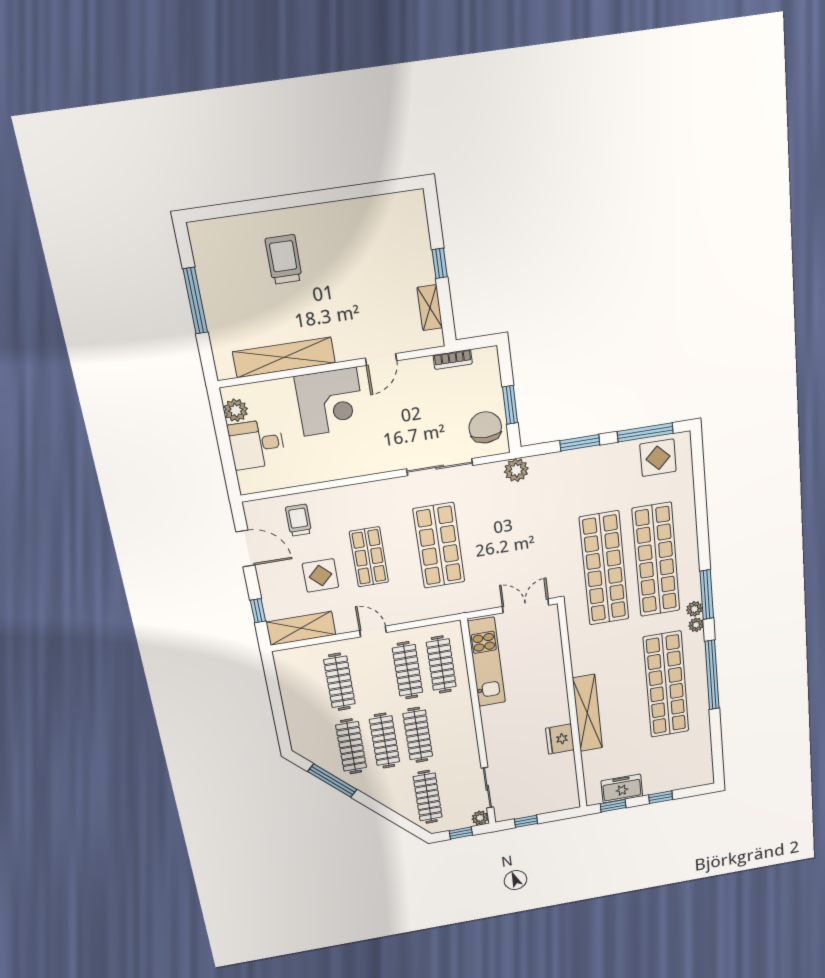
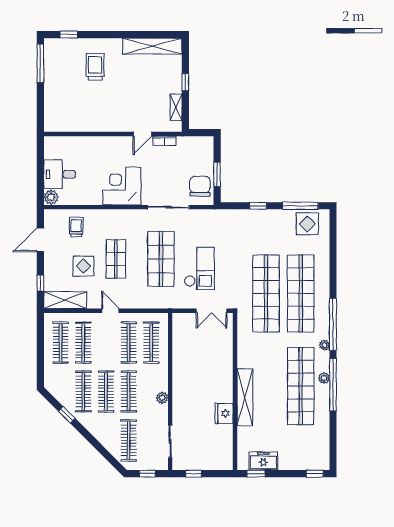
window: (228, 210) -> (69, 35), added
window: (195, 301) -> (40, 63), moved
shelving: (284, 357) -> (152, 46), moved
bookcase: (453, 359) -> (164, 141), moved
corner desk: (330, 402) -> (122, 186), moved, turned 180
plant: (236, 410) -> (51, 197), moved
window: (580, 443) -> (258, 206), width x0.67
plant: (516, 470) -> (216, 217), removed
door: (245, 548) -> (40, 240), swing flipped
checkout: (500, 550) -> (199, 269), added
window: (707, 595) -> (333, 324), width x1.46
double door: (526, 606) -> (212, 311), swing flipped
plant: (694, 609) -> (324, 378), moved
kitchen unit: (486, 662) -> (181, 346), removed
clothes rail: (305, 688) -> (61, 343), added
window: (332, 781) -> (67, 415), width x0.46
window: (661, 797) -> (315, 474), moved
plant: (480, 818) -> (162, 398), moved

